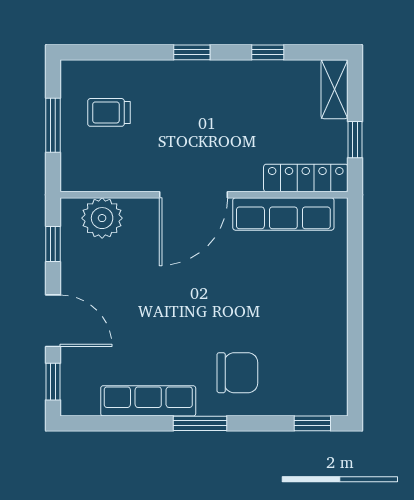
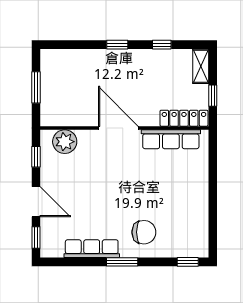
trolley: (109, 112) -> (69, 80), removed
door: (193, 195) -> (118, 128), swing flipped

